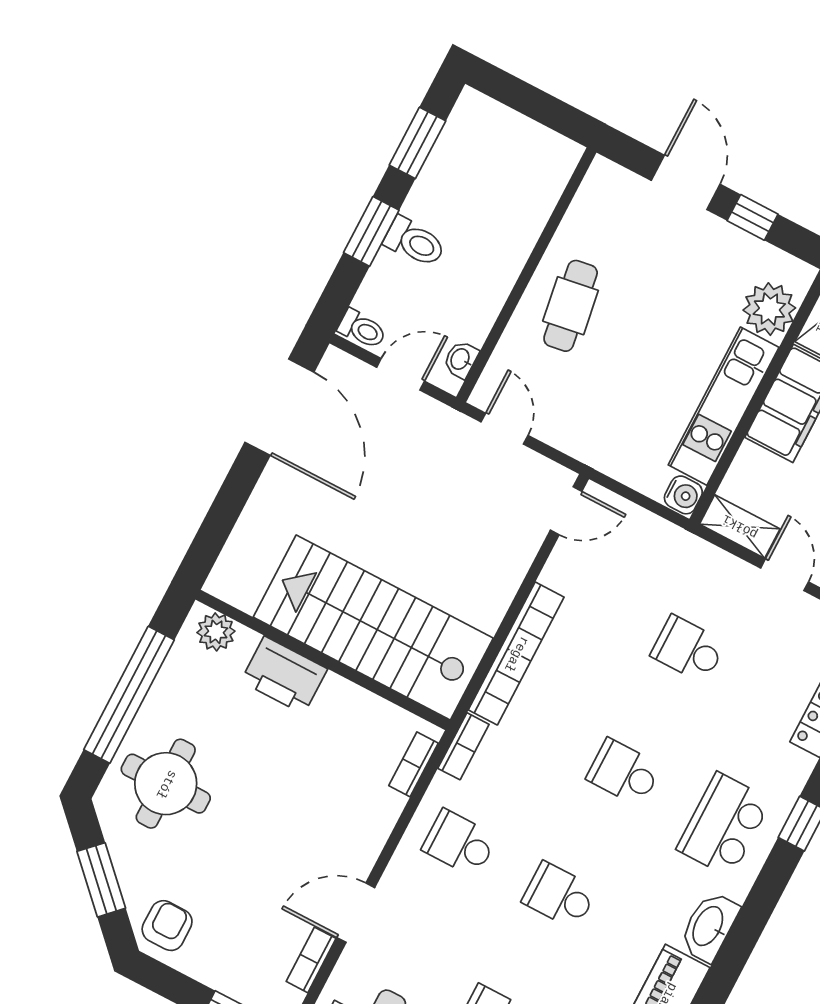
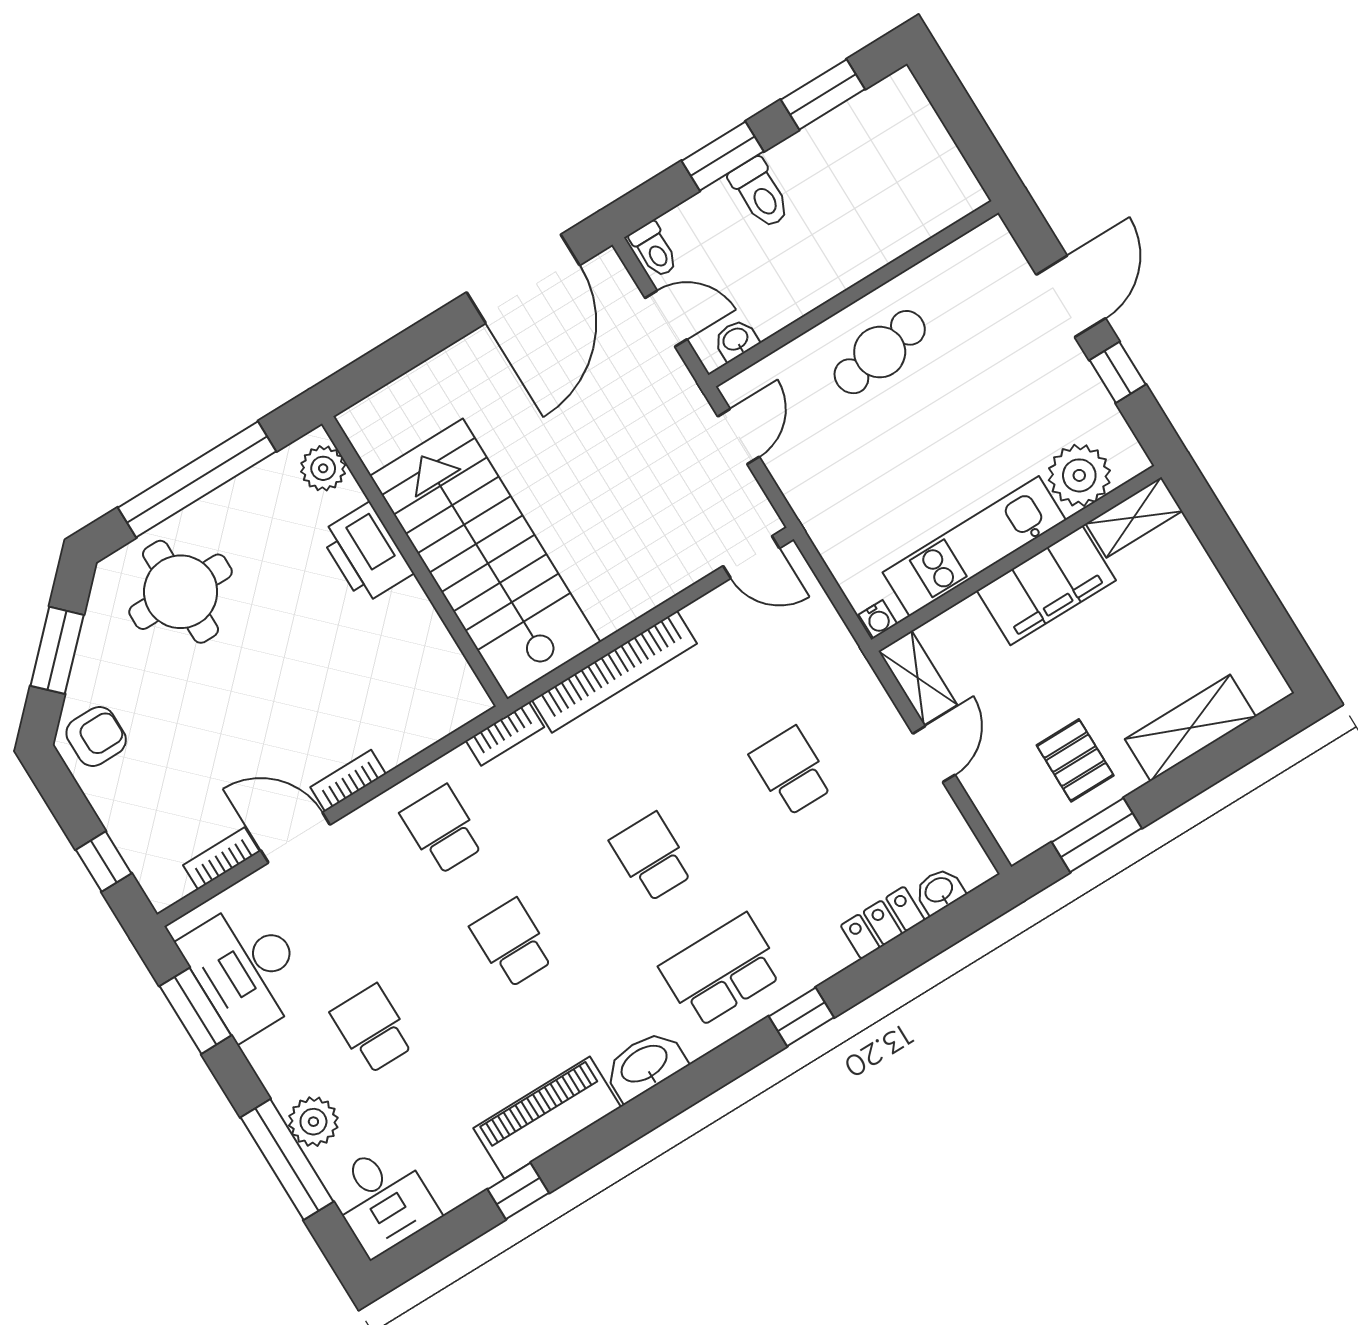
water cooler: (683, 495) -> (878, 619), width x0.72, depth x0.72
bookcase: (413, 764) -> (348, 781), moved

